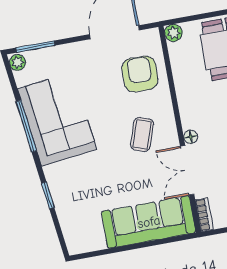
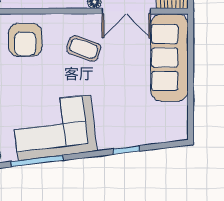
armchair: (140, 74) -> (25, 40), turned -91
window: (26, 126) -> (37, 161), moved

